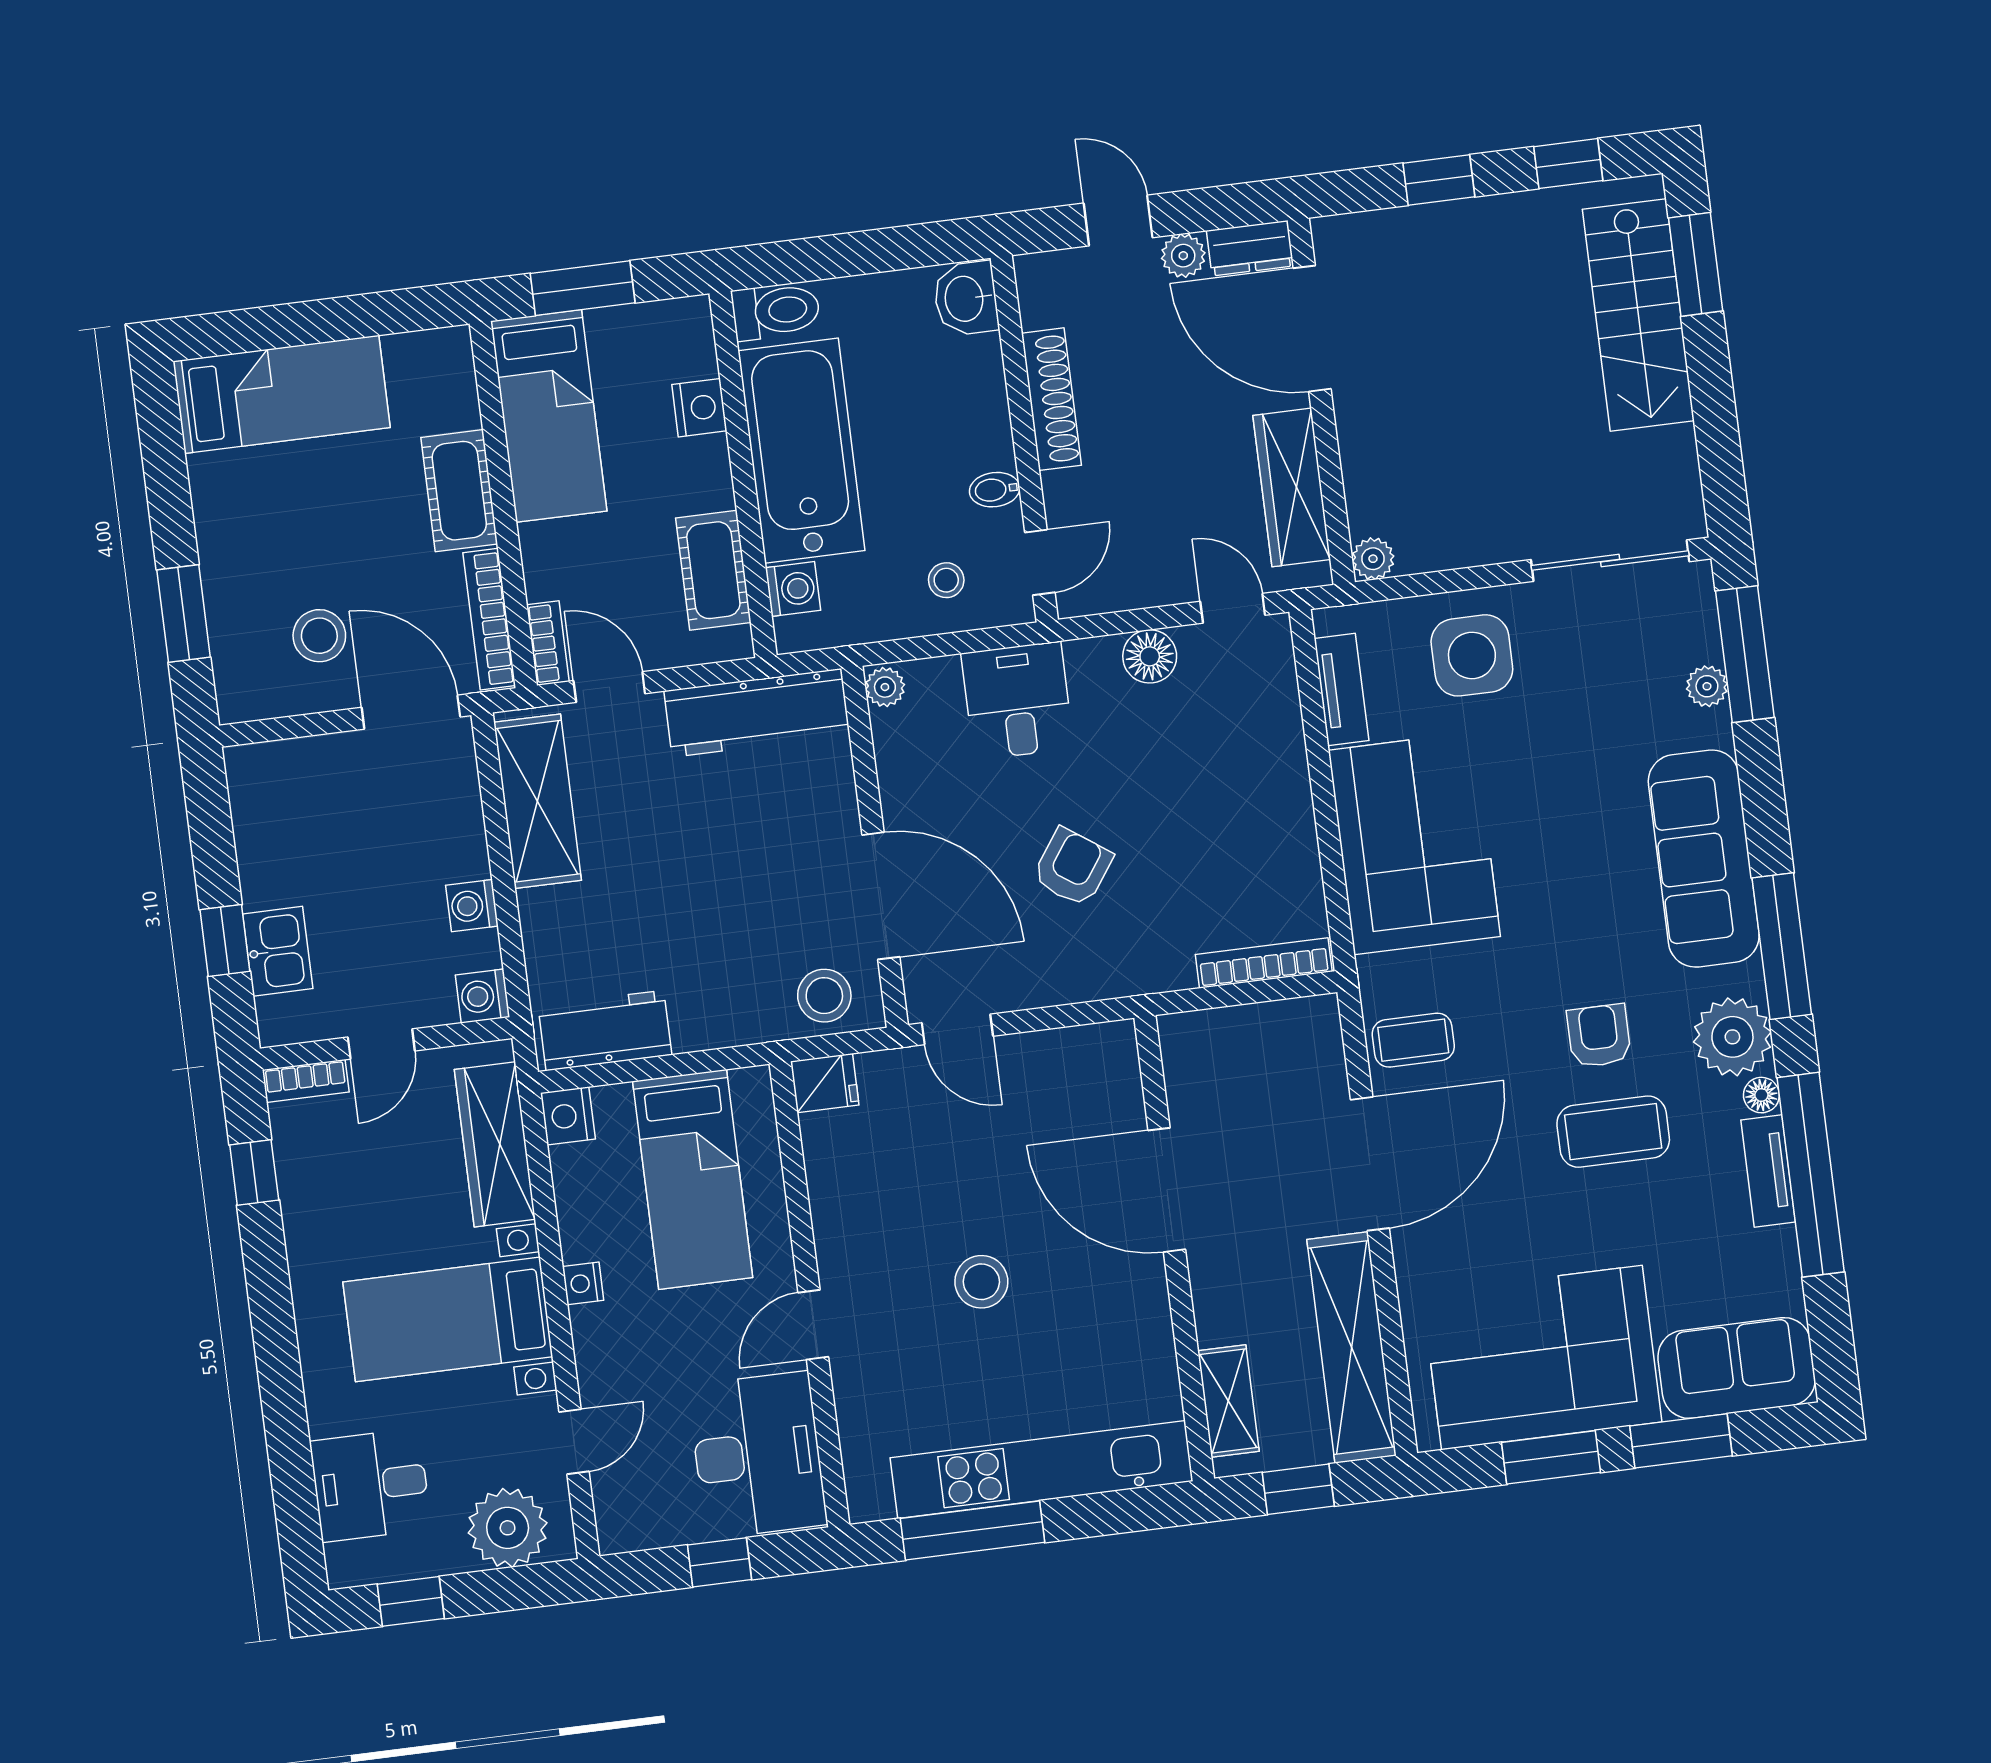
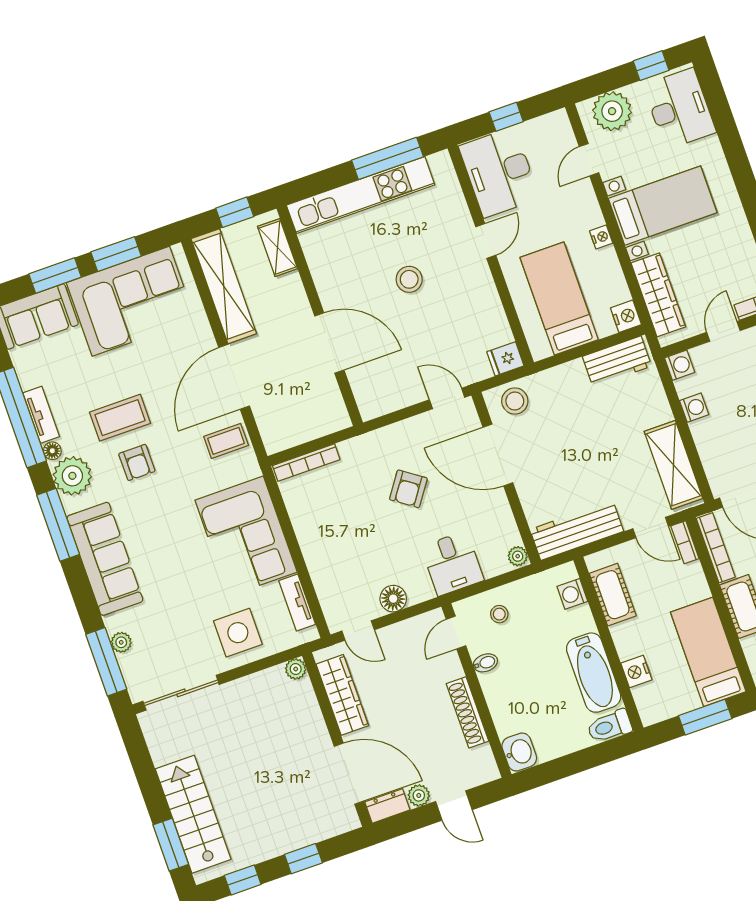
bathtub: (801, 451) -> (594, 673), width x0.73, depth x0.73
desk: (371, 1485) -> (679, 109), width x1.37

